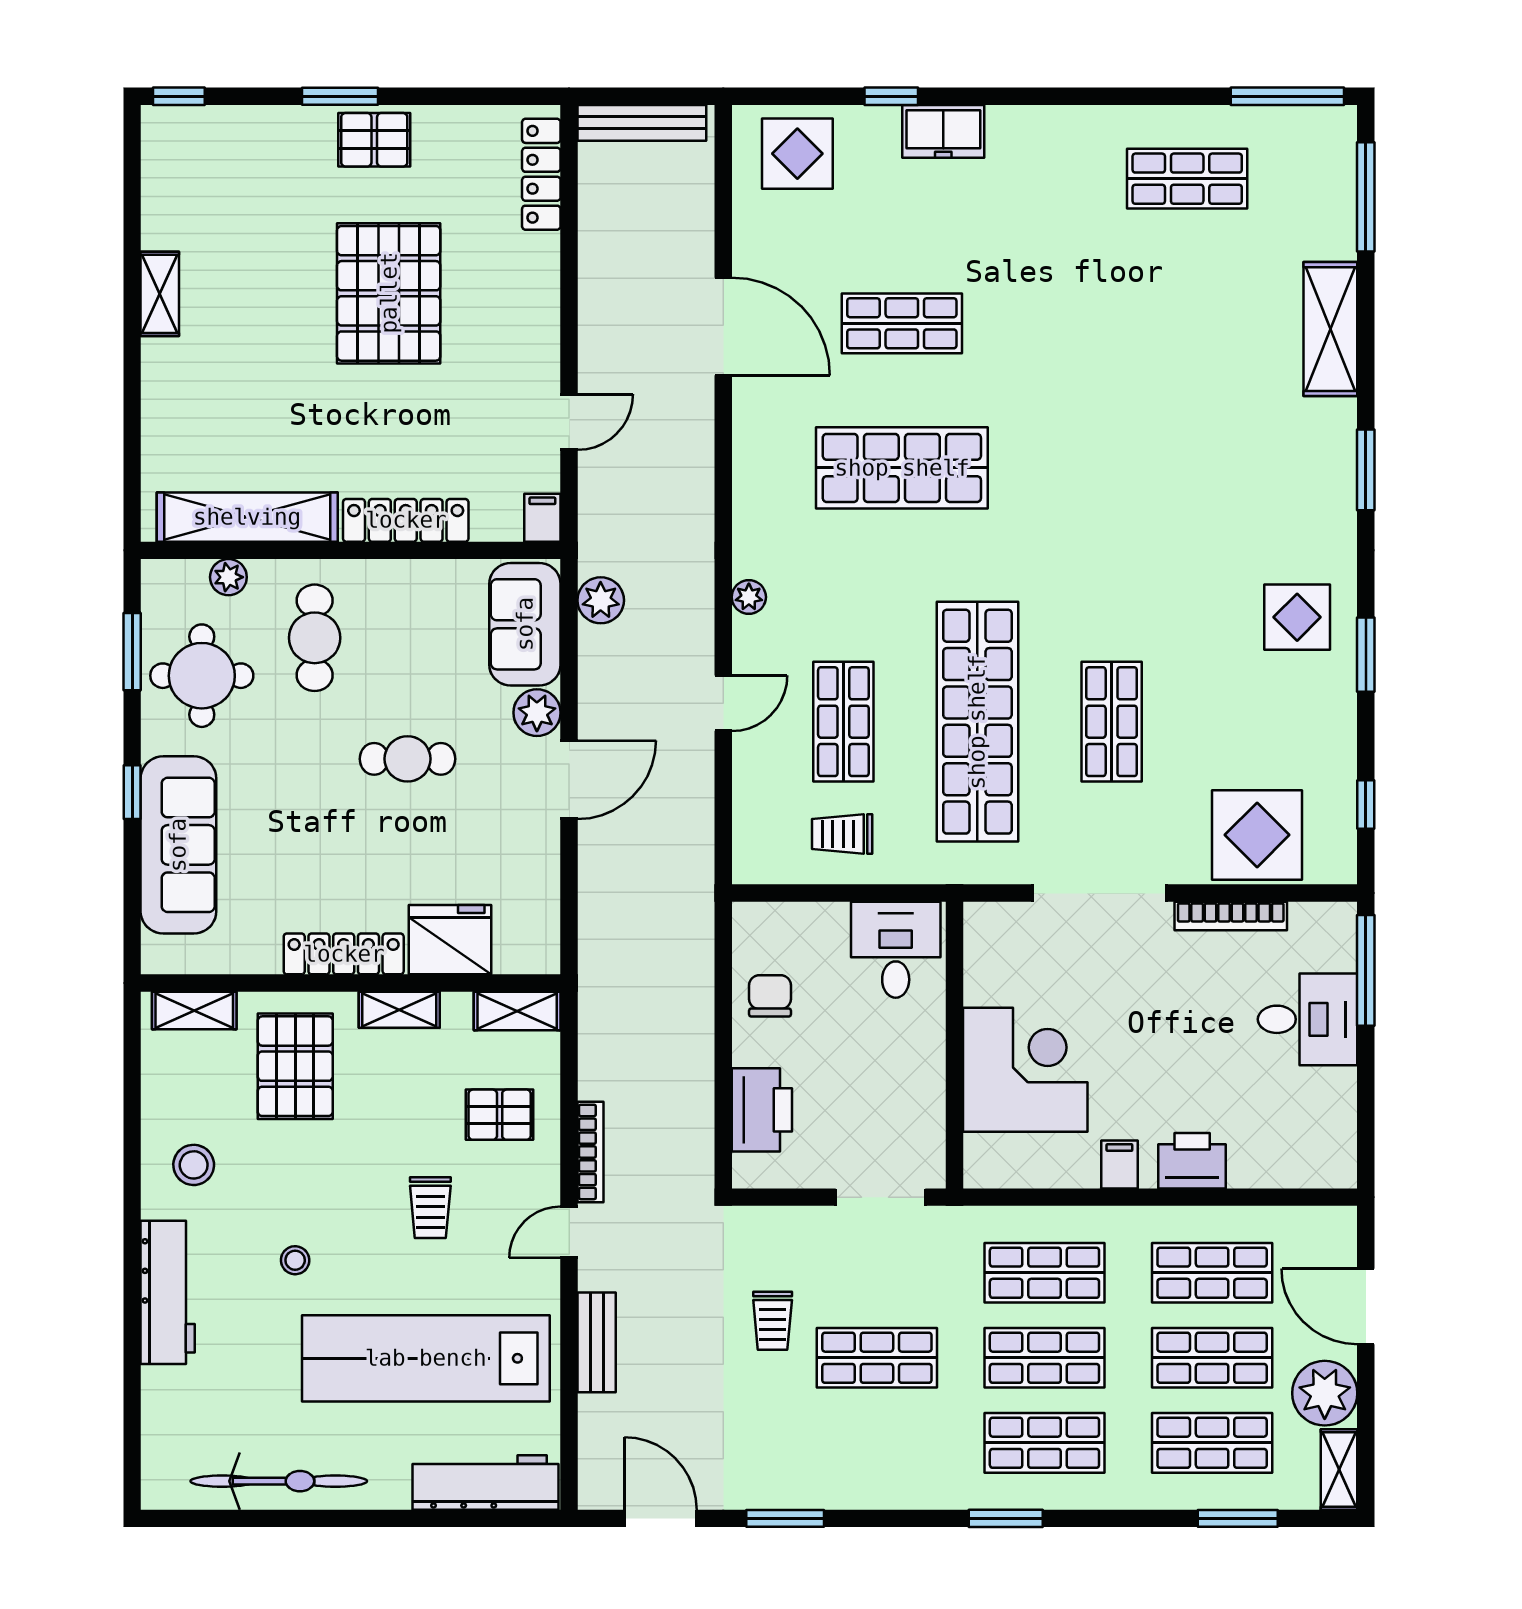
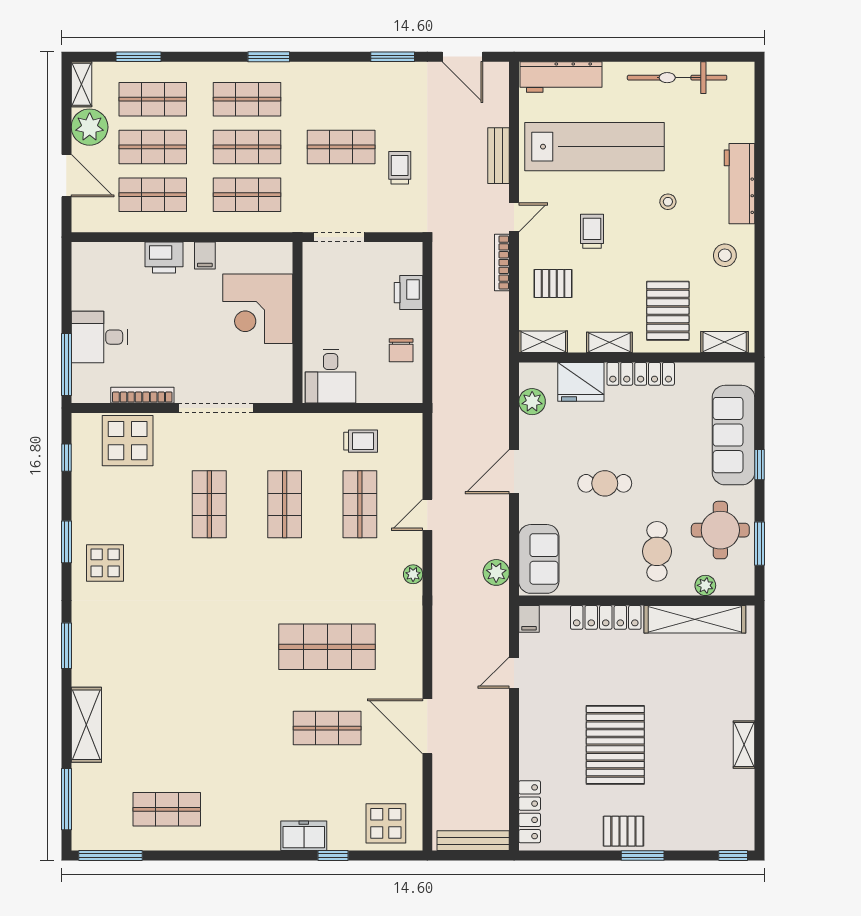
plant: (537, 713) -> (532, 402), moved
shop shelf: (977, 722) -> (285, 504), width x0.50, depth x0.74
printer: (762, 1110) -> (408, 293), width x0.73, depth x0.84

